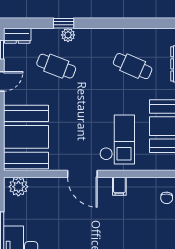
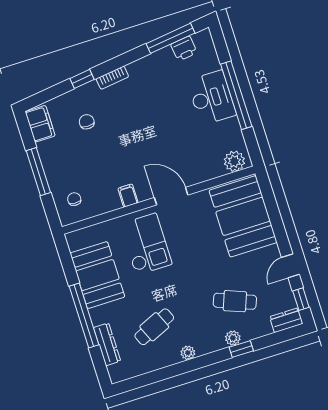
plant: (111, 35) -> (188, 353), added
cafe table: (133, 66) -> (154, 327), turned -48
checkout: (117, 140) -> (146, 244), turned 180

